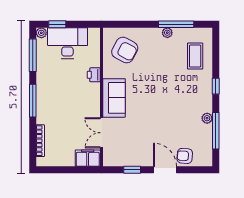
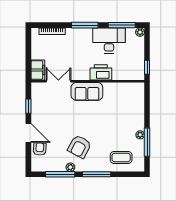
window: (57, 24) -> (147, 67), moved
desk: (67, 43) -> (109, 41), moved, turned -90
armchair: (125, 50) -> (79, 147), moved
printer: (94, 75) -> (101, 72), width x1.87, depth x1.48
window: (216, 86) -> (97, 174), width x2.17
door: (165, 170) -> (28, 133), hinge flipped

